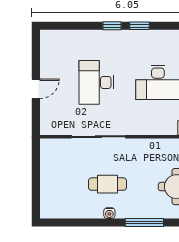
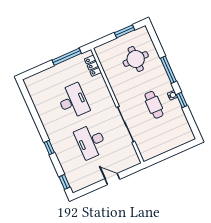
window: (140, 26) -> (64, 182), moved
desk: (96, 82) -> (91, 141), turned 90
window: (98, 222) -> (182, 100), added

